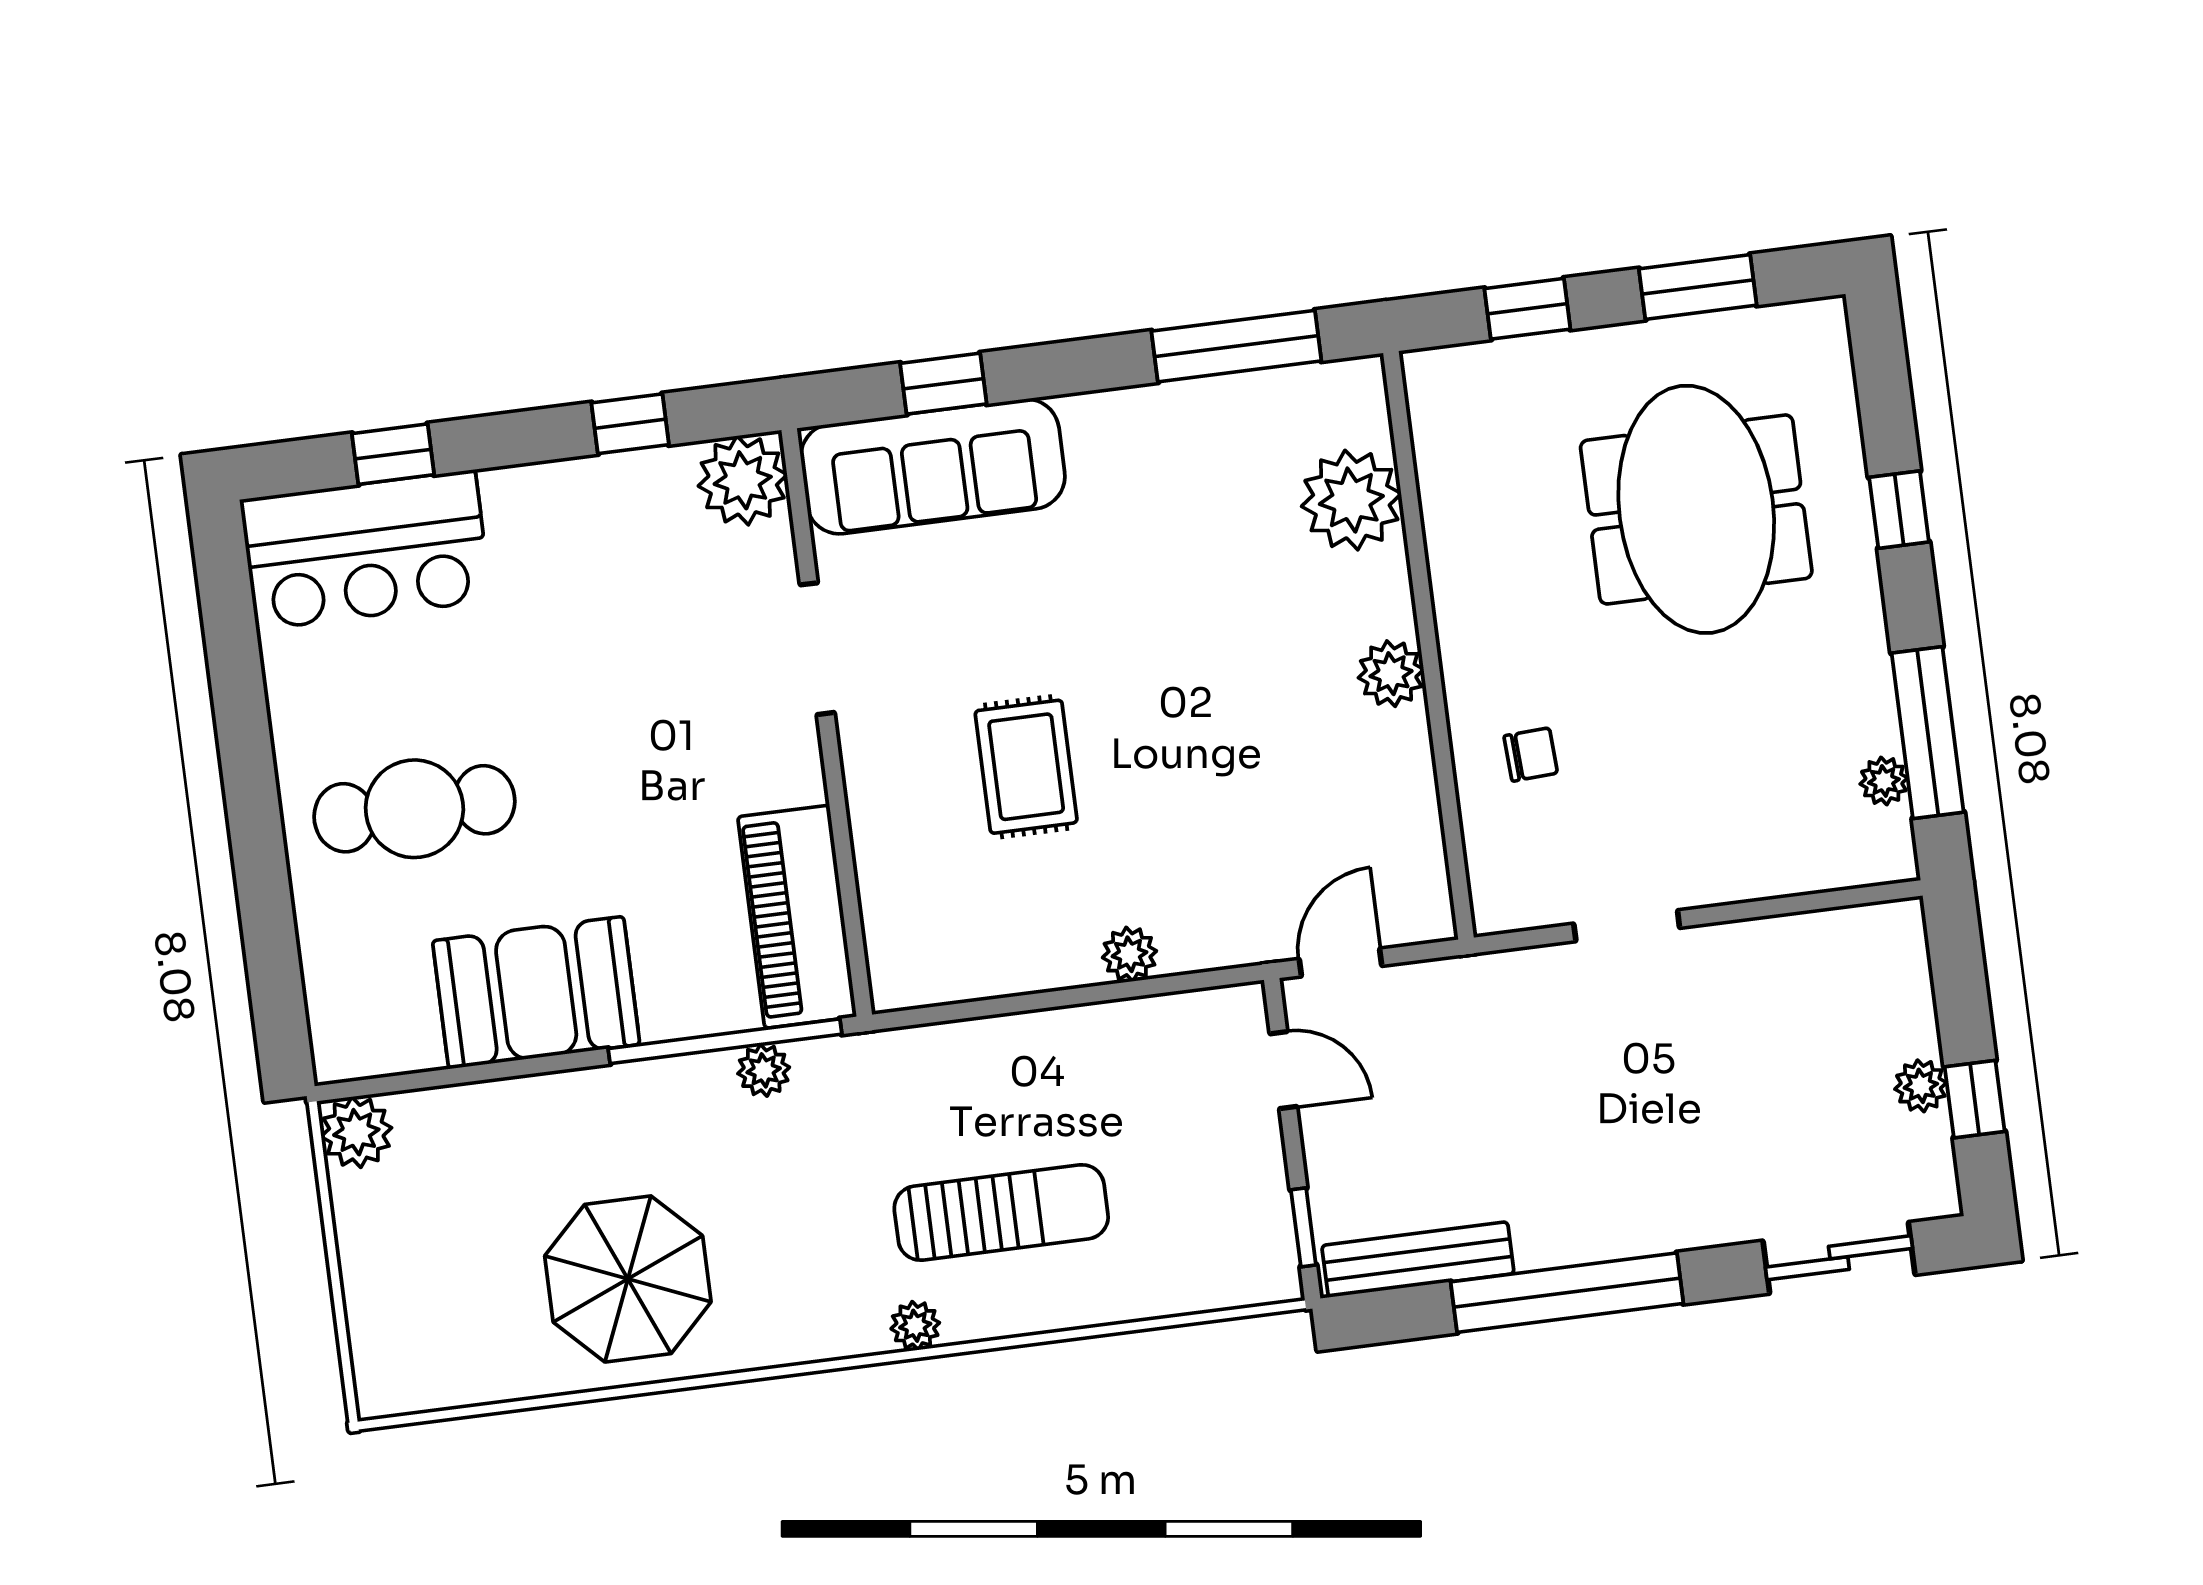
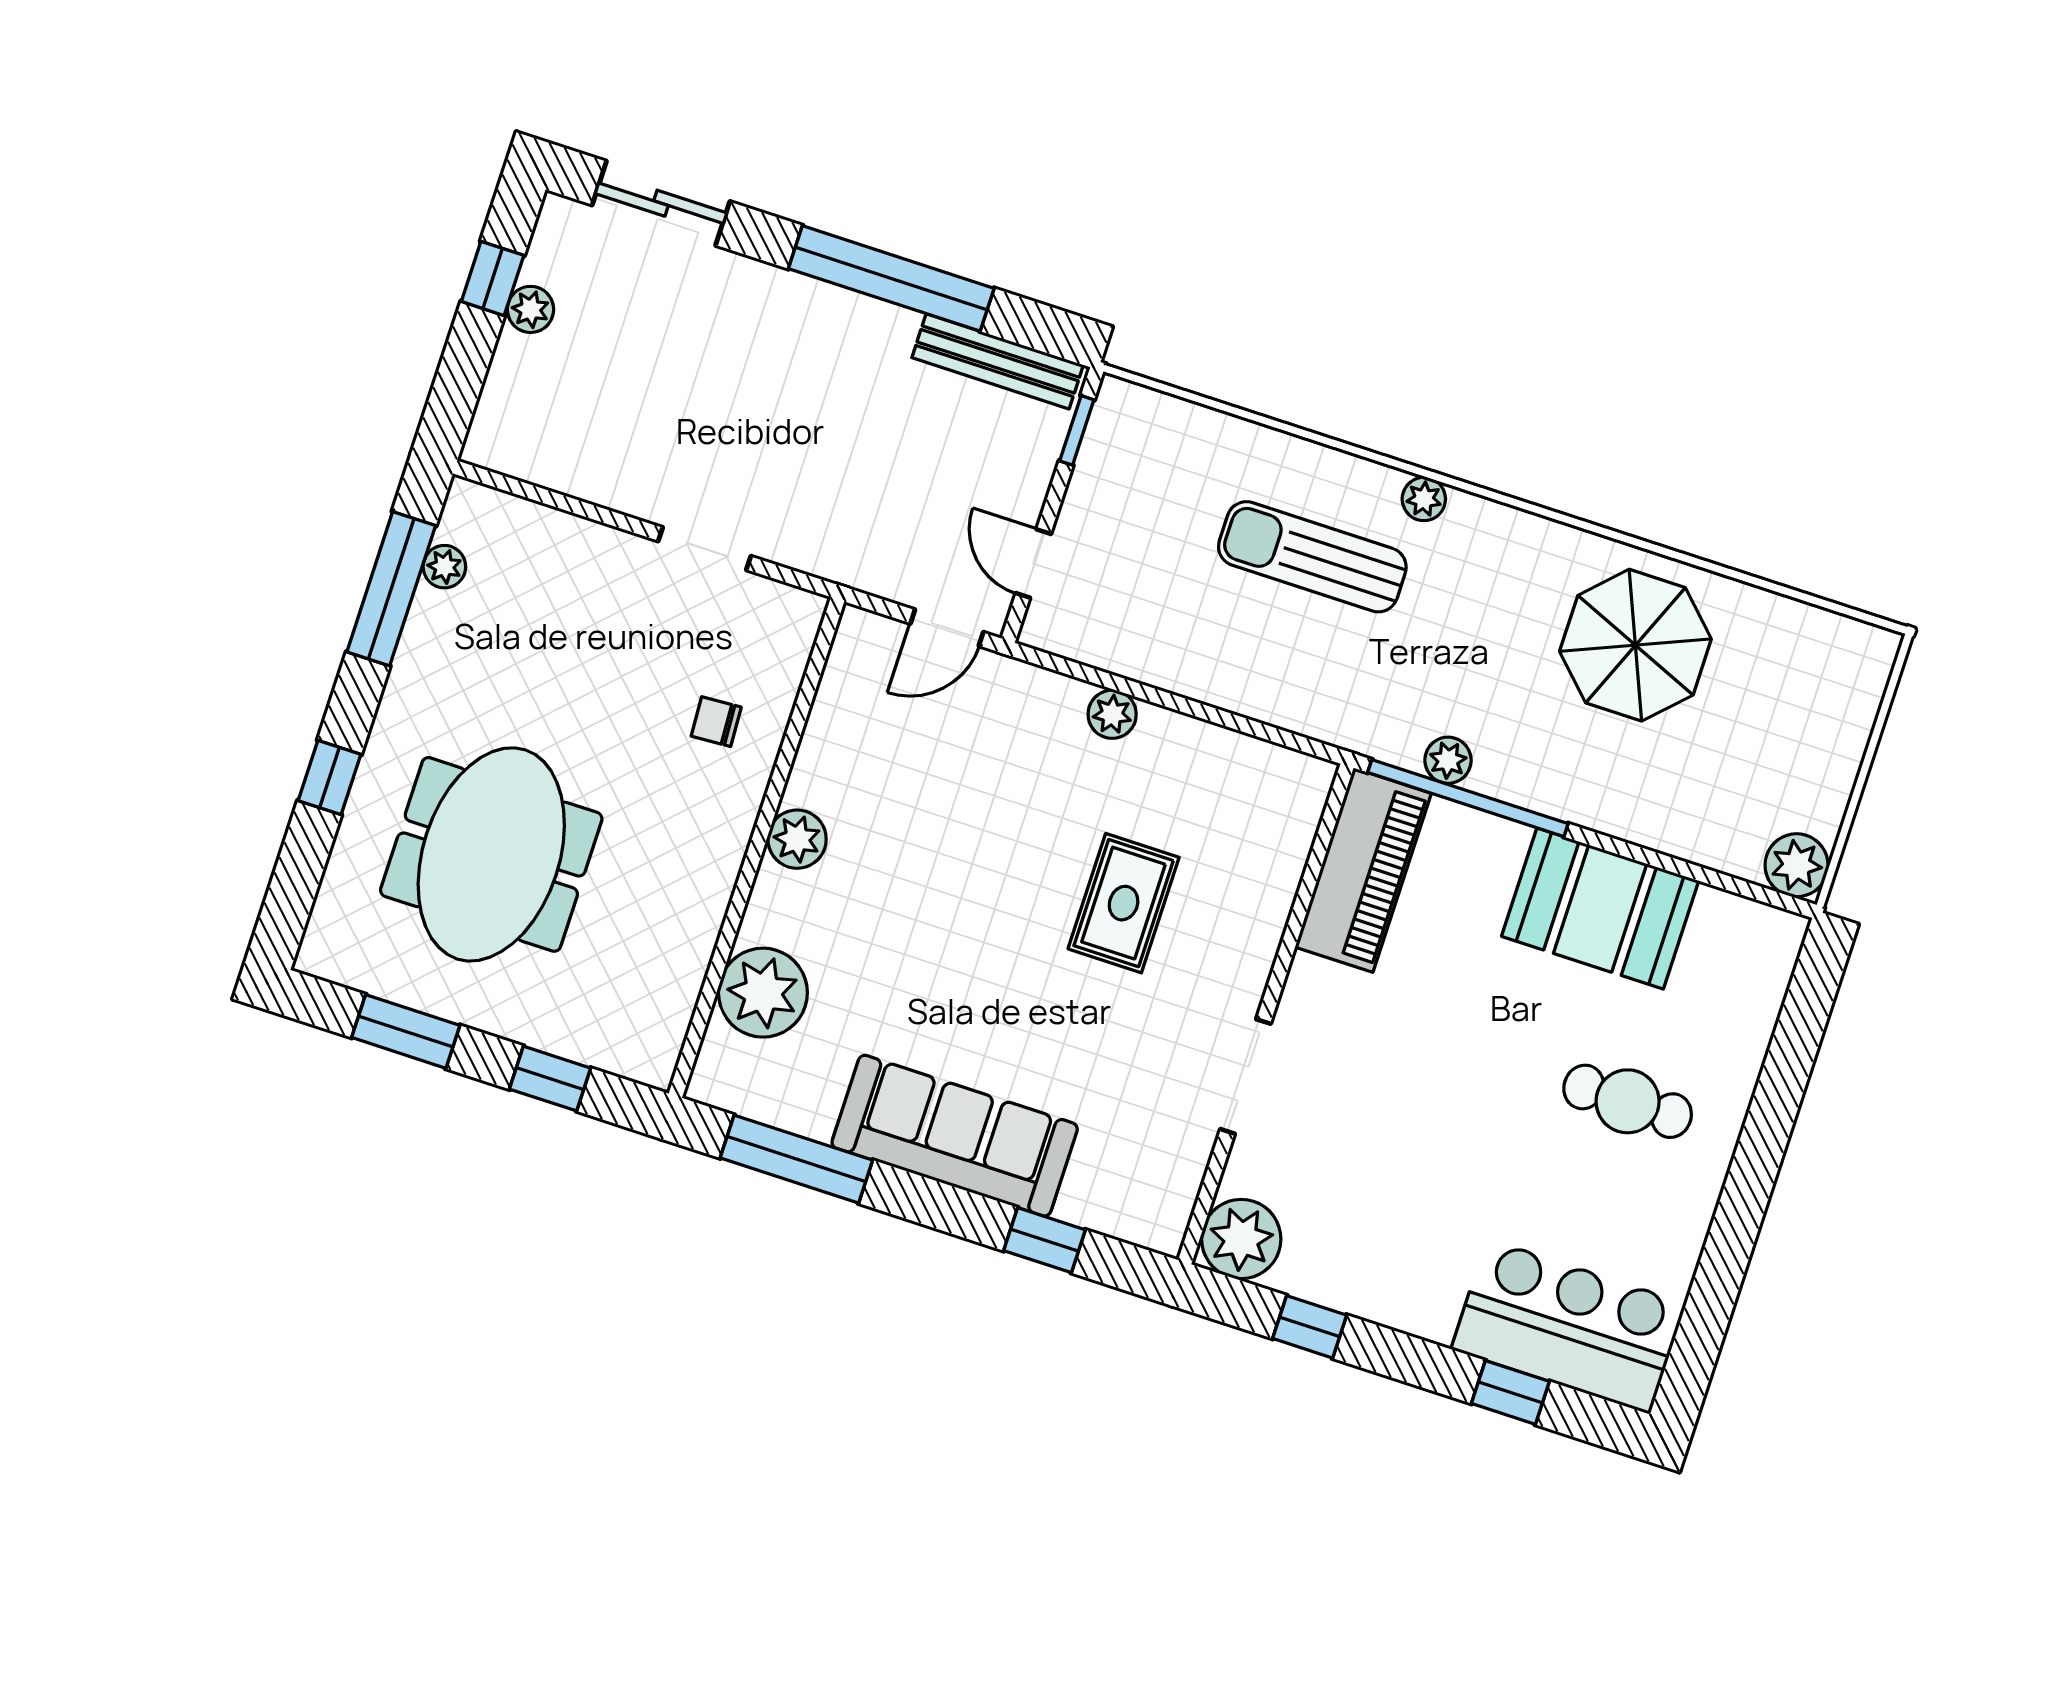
sofa: (933, 466) -> (955, 1136), moved
cafe table: (414, 809) -> (1628, 1101), width x0.73, depth x0.74

